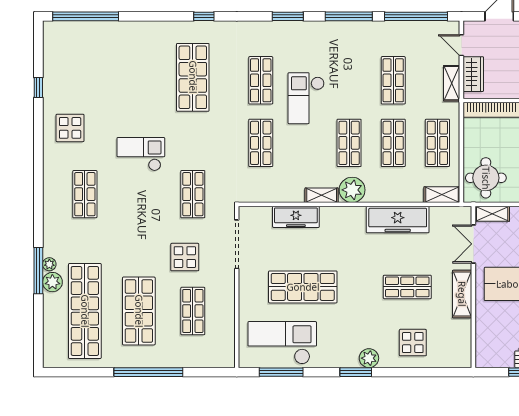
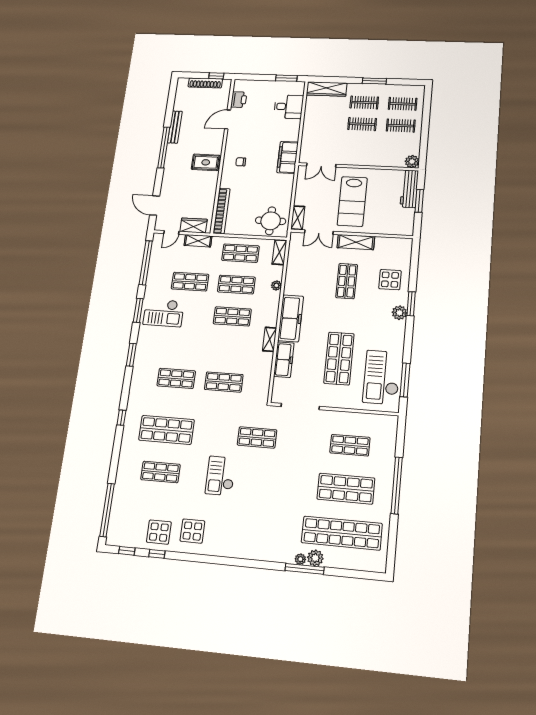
window: (349, 16) -> (138, 310), width x0.69
window: (38, 49) -> (127, 551), added
checkout: (306, 98) -> (164, 313), moved
plant: (352, 190) -> (276, 285), moved, width x0.53, depth x0.53
shop shelf: (85, 194) -> (160, 472), moved
freezer: (398, 219) -> (291, 318), moved
display table: (185, 257) -> (159, 532), moved
window: (356, 372) -> (411, 304), moved

